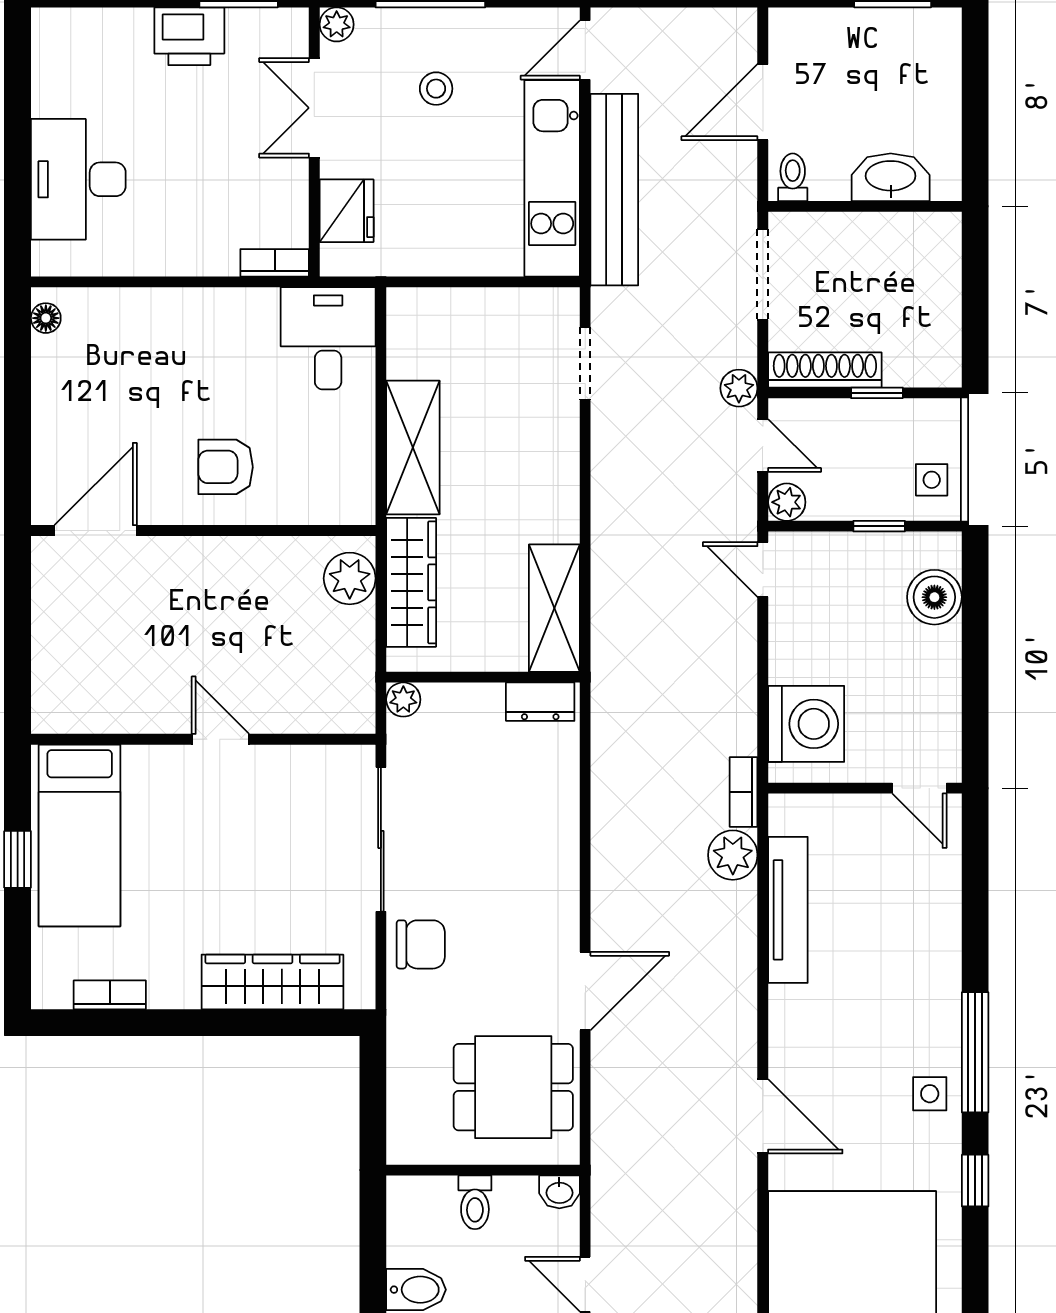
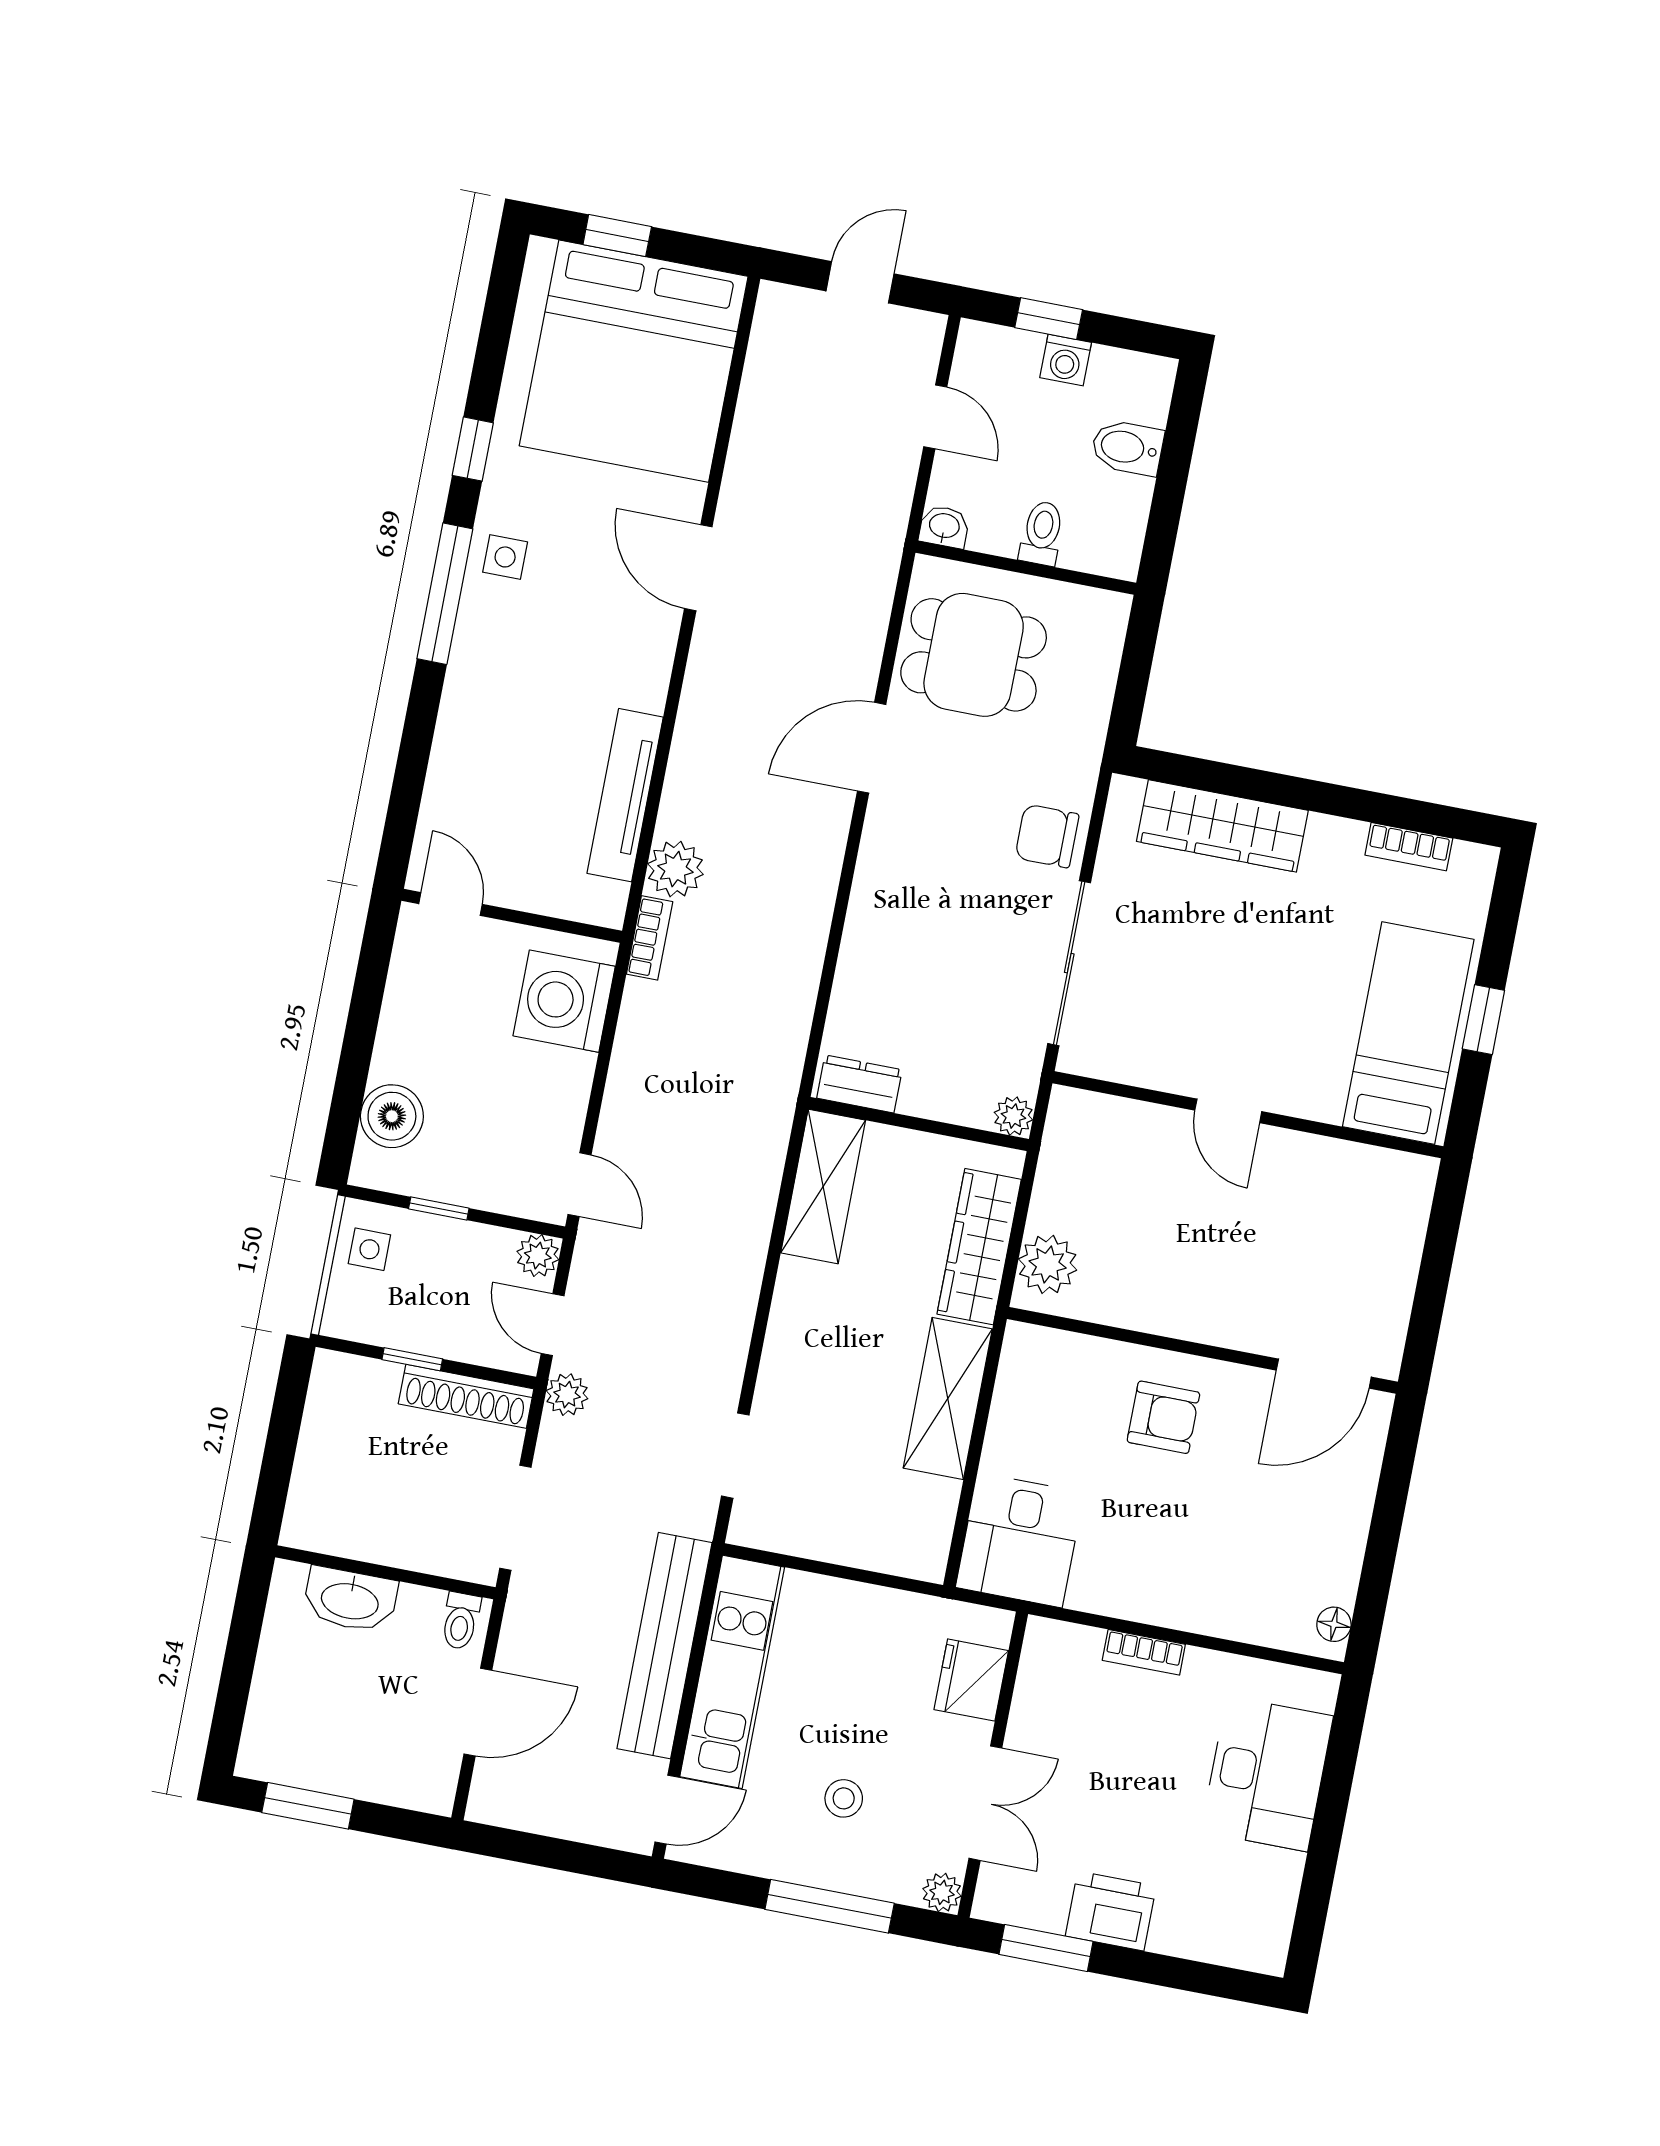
bookcase: (275, 263) -> (1144, 1652), moved

